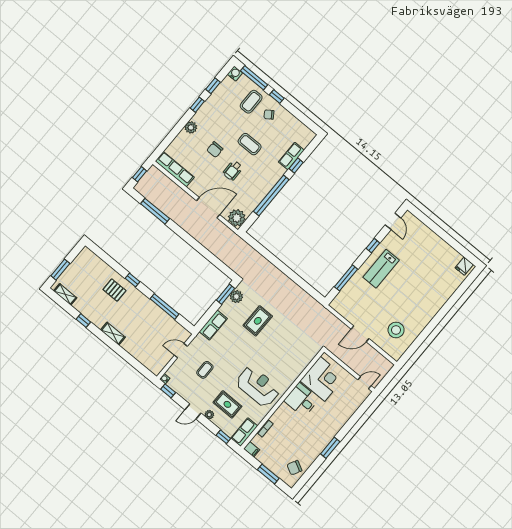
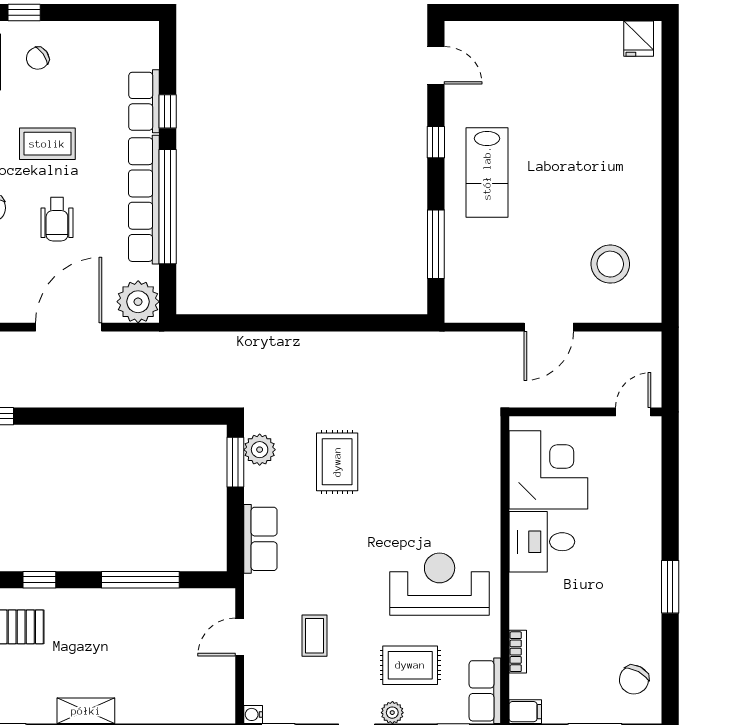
row of seats: (265, 187) -> (144, 200), added

